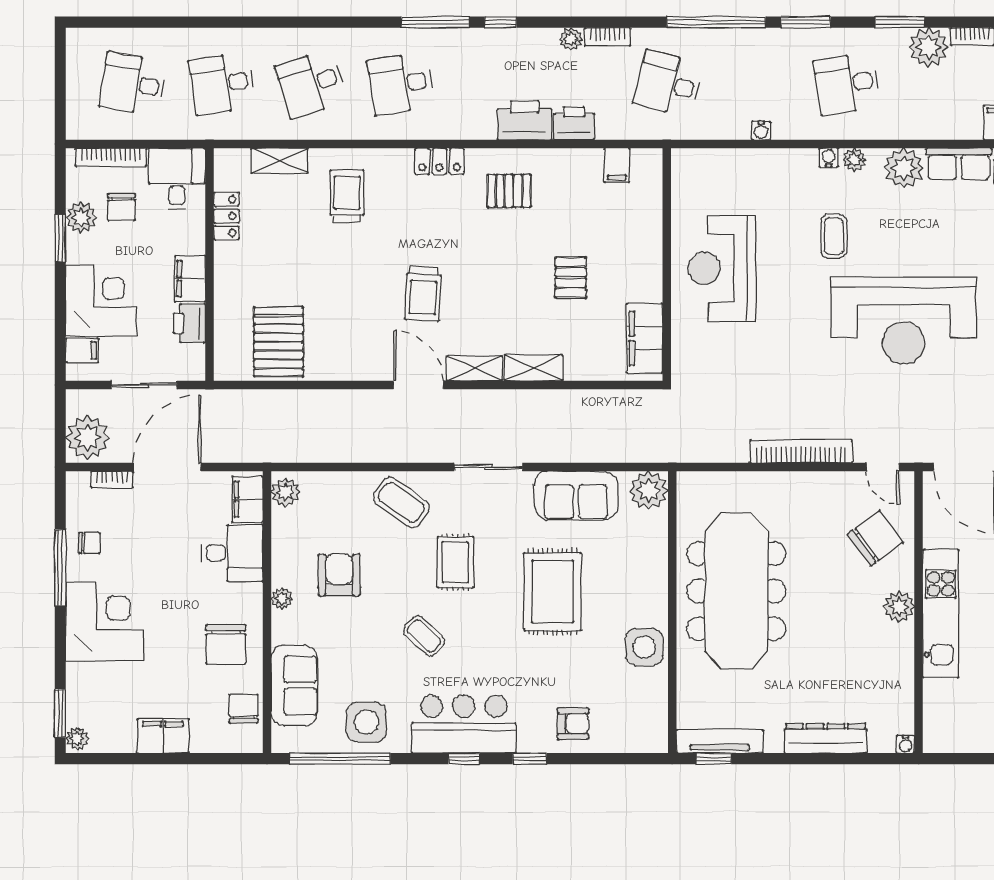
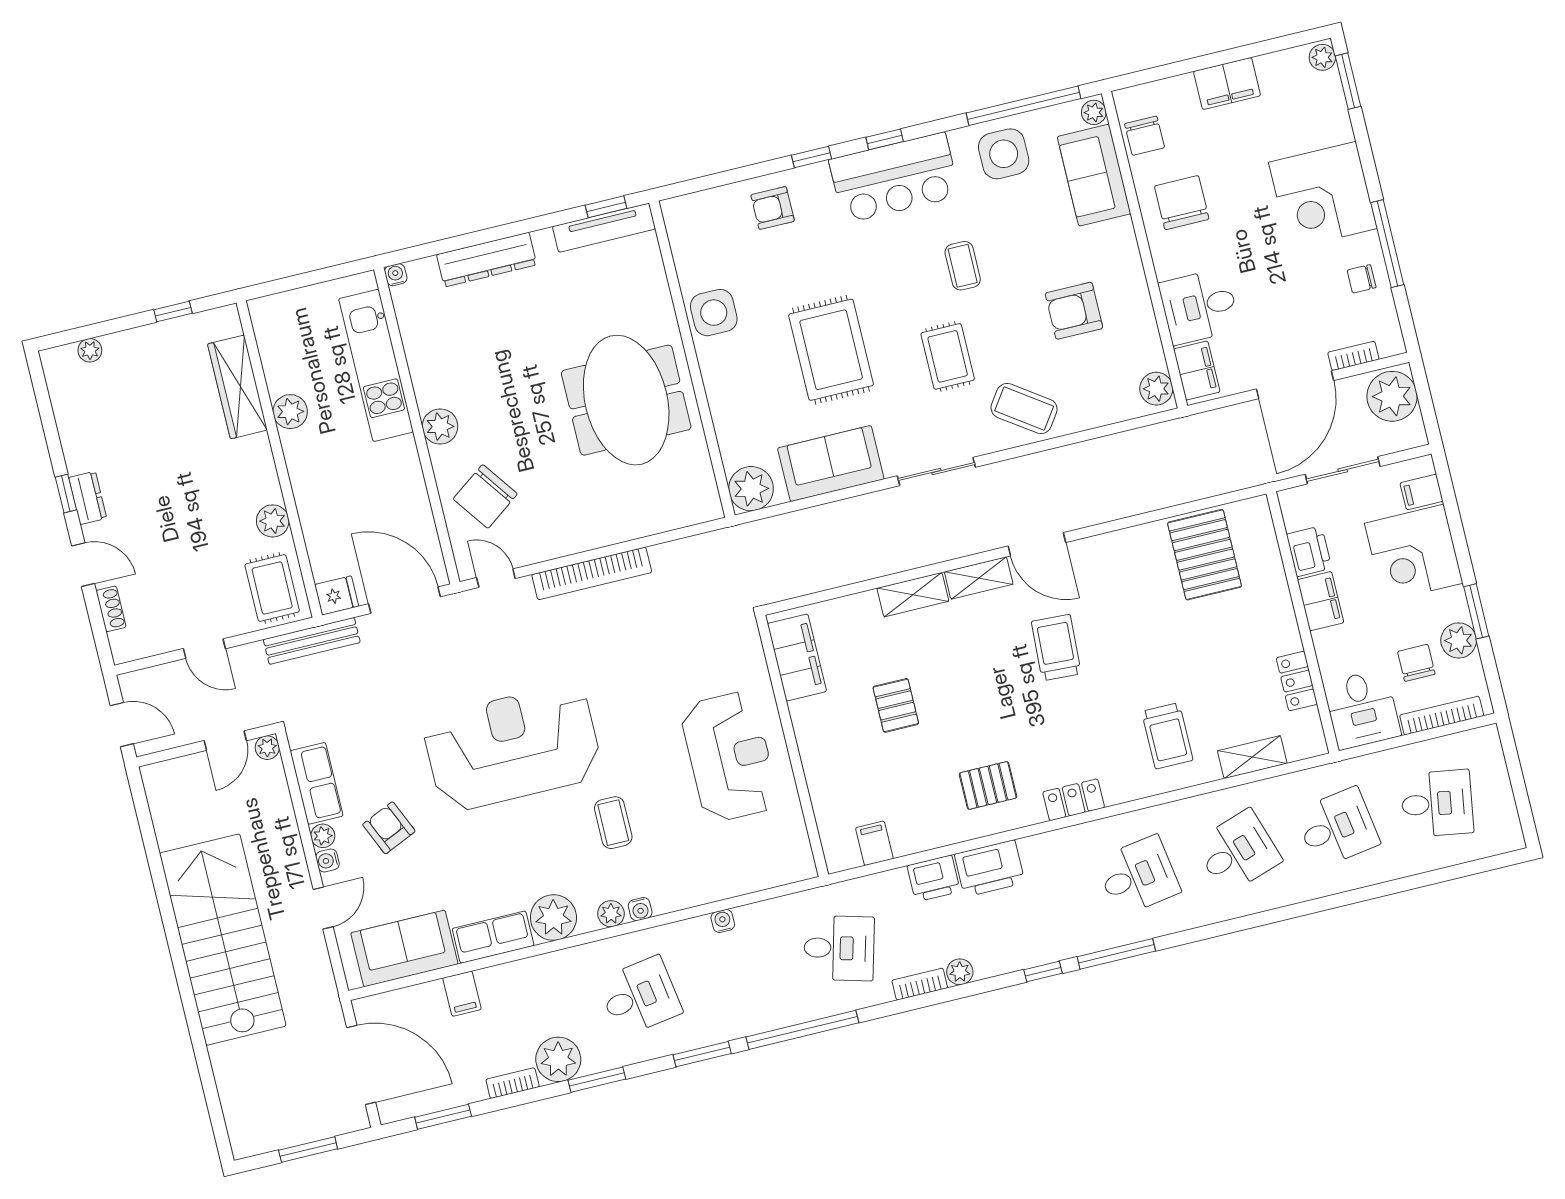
armchair: (339, 575) -> (1074, 311), turned 90
meeting table: (736, 591) -> (626, 400), width x0.73
plant: (282, 598) -> (1094, 112), moved
kitchen unit: (941, 614) -> (376, 365), moved
coffee table: (424, 636) -> (963, 266), turned 47

